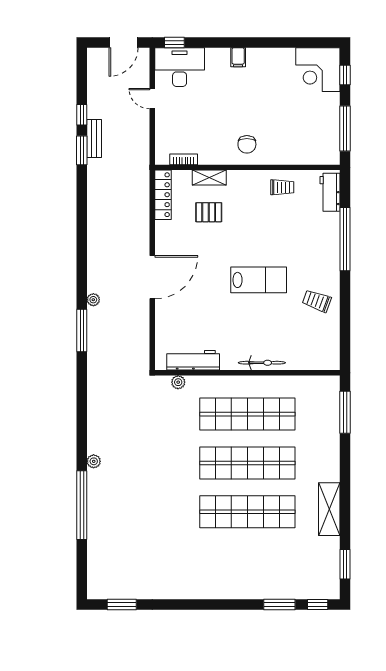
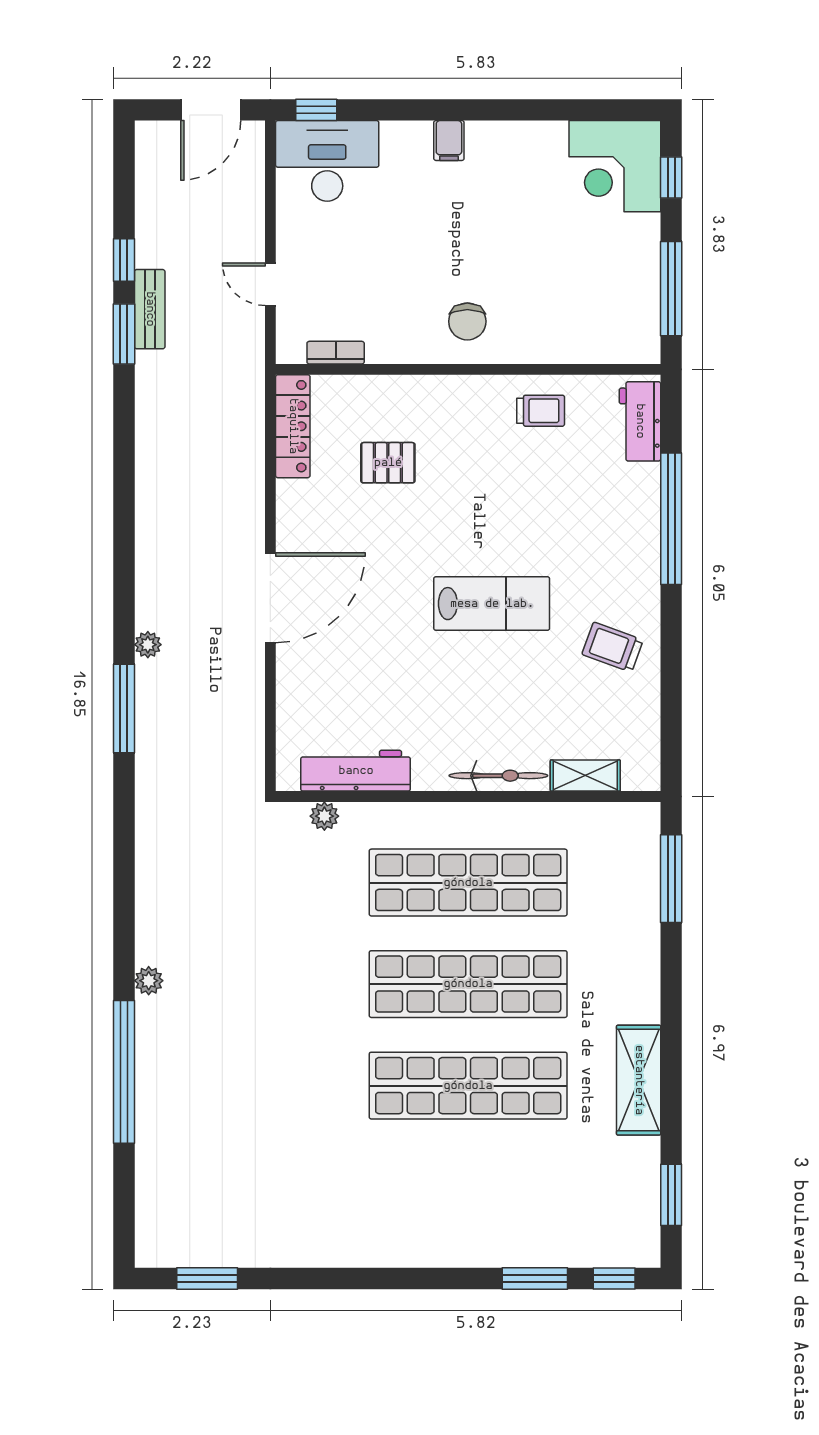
door: (152, 99) -> (270, 284), moved
shelving: (209, 177) -> (585, 776), moved

